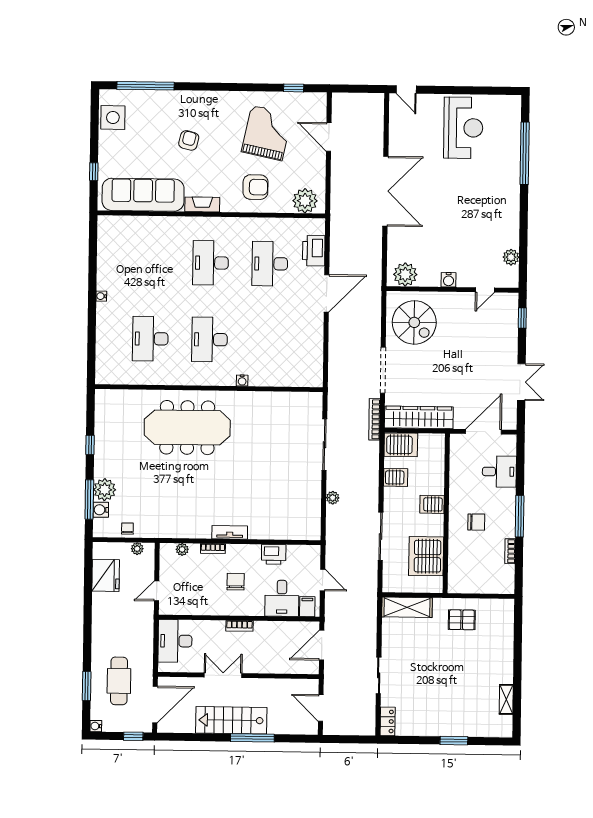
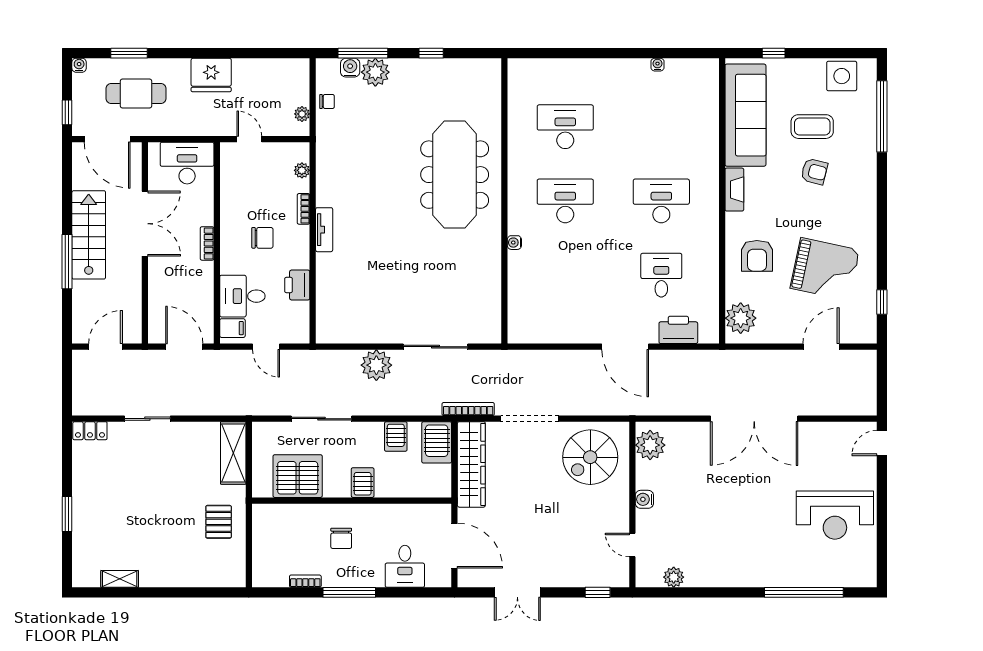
coffee table: (153, 142) -> (812, 127), added
desk: (270, 264) -> (661, 275), width x0.73
water cooler: (101, 296) -> (657, 65), moved
plant: (333, 498) -> (376, 365), width x1.87, depth x1.87
fridge: (106, 575) -> (211, 75), moved
door: (323, 580) -> (266, 347), hinge flipped
double door: (223, 675) -> (145, 224), width x1.37

